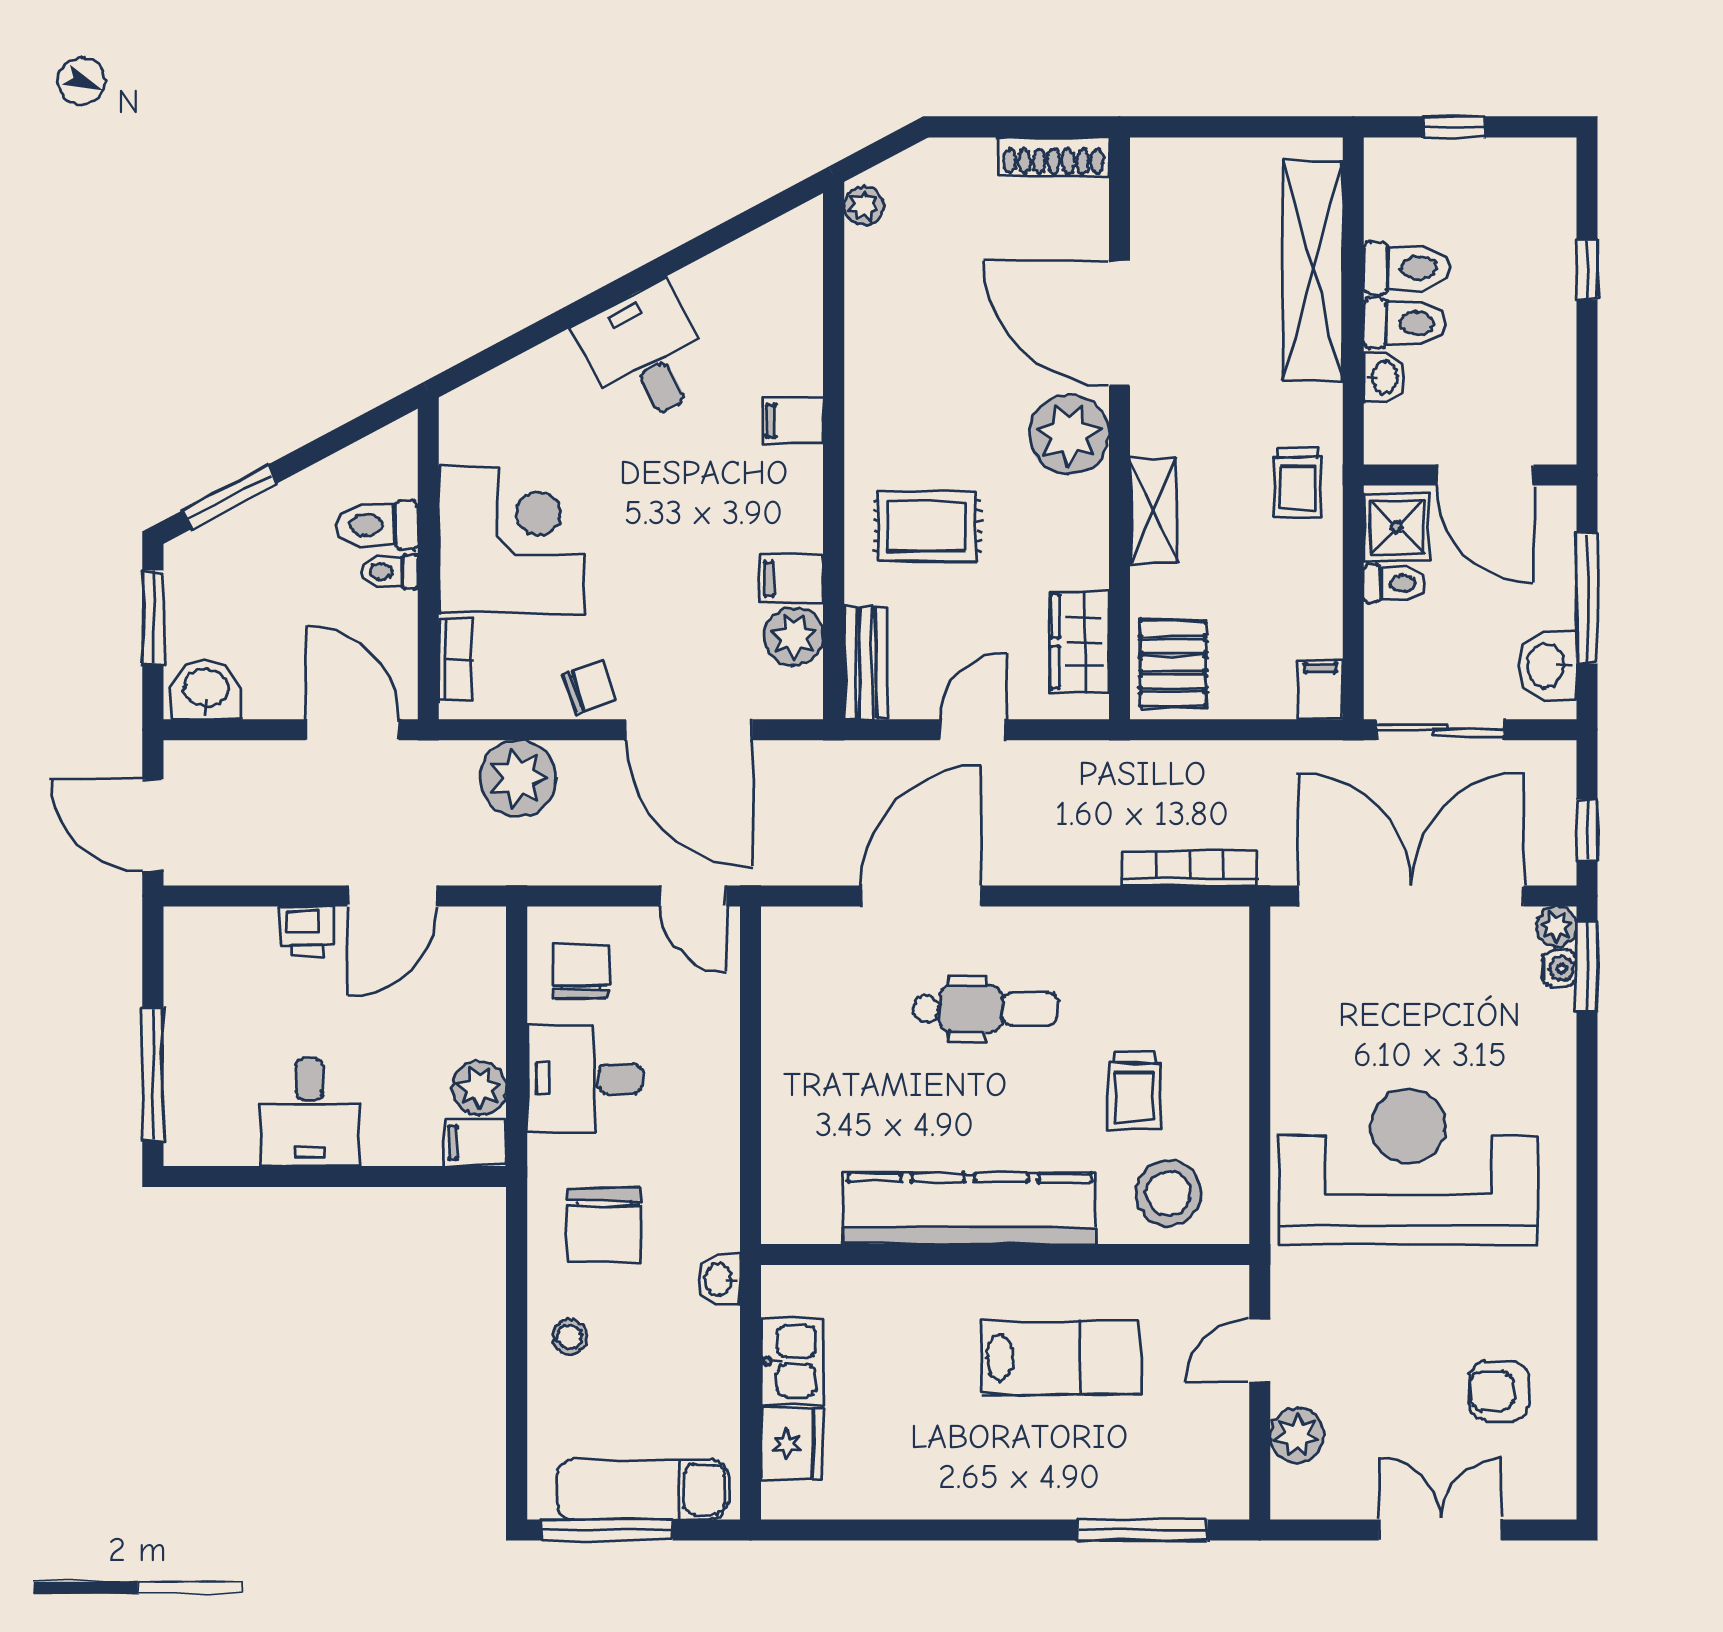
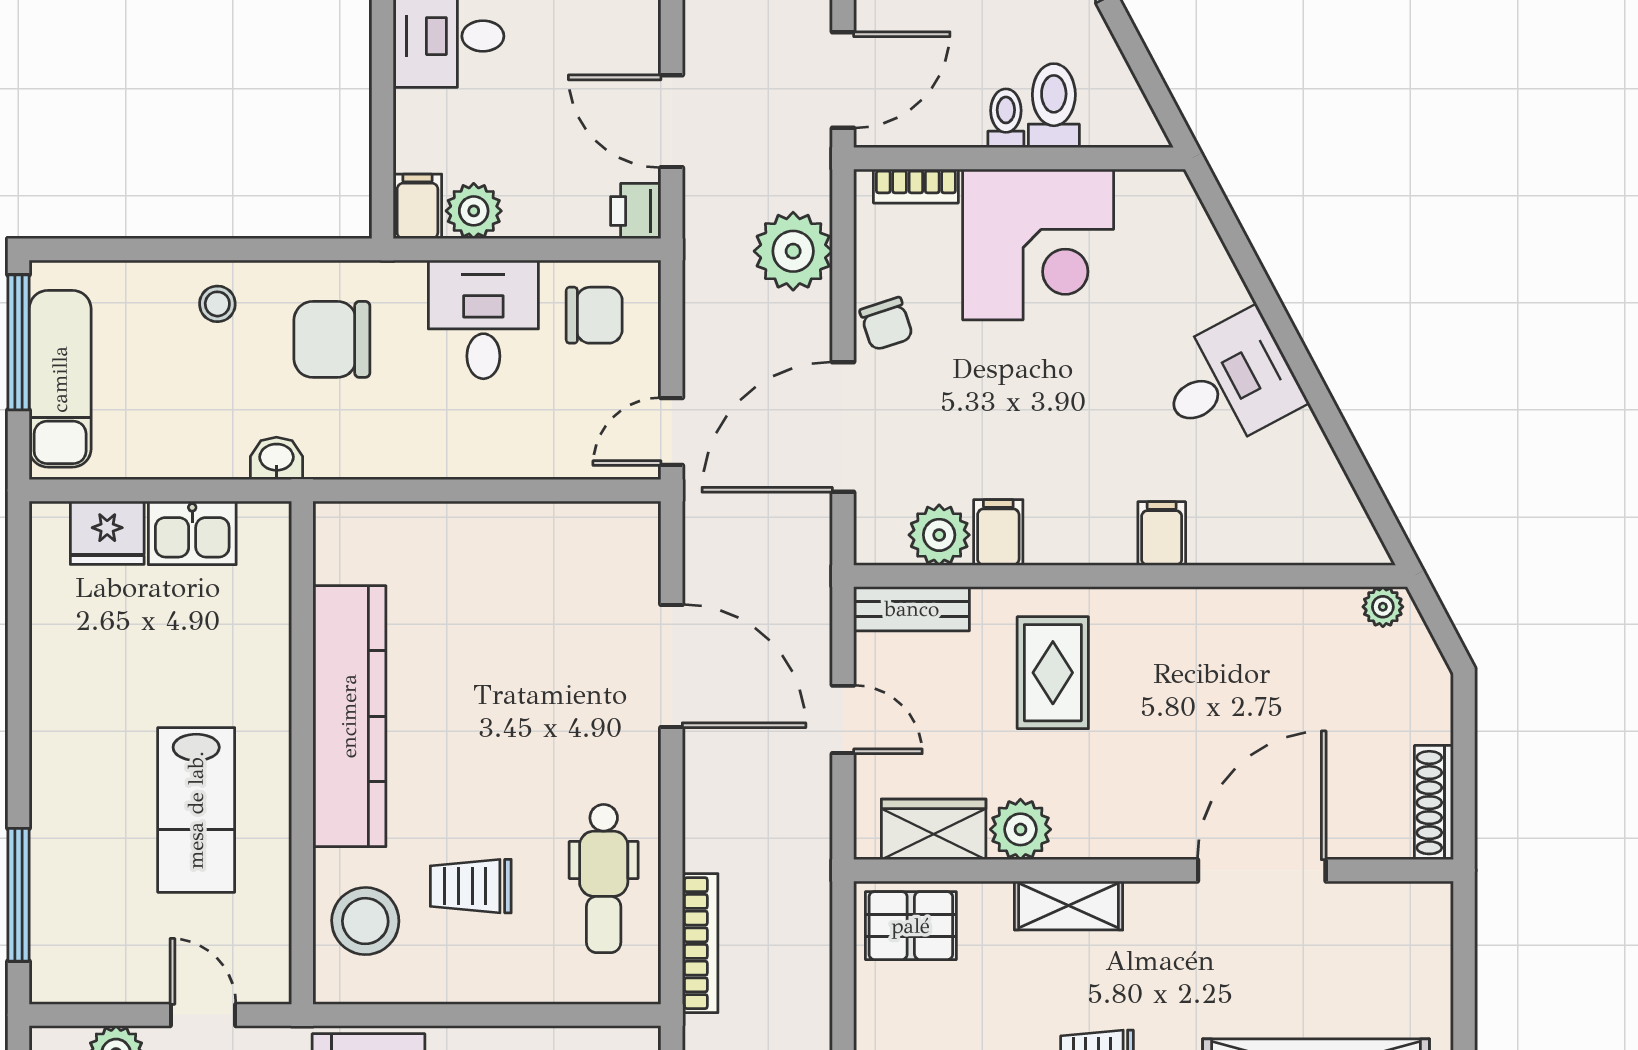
plant: (1069, 434) -> (1020, 829), moved, width x0.73, depth x0.73
printer: (307, 931) -> (636, 211), moved
dental chair: (985, 1009) -> (604, 879), moved

